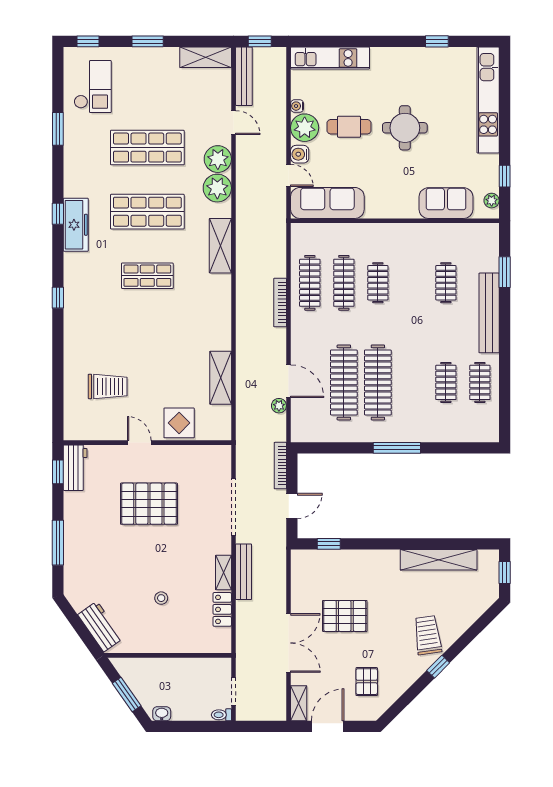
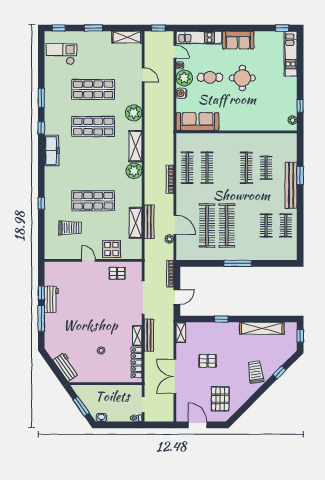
window: (437, 41) -> (282, 28), moved
bench: (244, 76) -> (149, 222), moved
checkout: (93, 87) -> (61, 54), turned -90
kitchen unit: (488, 100) -> (291, 54), width x0.73
window: (58, 129) -> (41, 98), moved
plant: (218, 159) -> (134, 171), moved
door: (289, 175) -> (175, 52), moved
sofa: (446, 203) -> (238, 40), moved, turned 180
freezer: (76, 225) -> (52, 150), moved
window: (505, 272) -> (300, 175), moved
shop shelf: (147, 276) -> (93, 201), moved, width x1.43, depth x1.36
clothes rail: (378, 283) -> (246, 168), moved, width x1.36
window: (58, 298) -> (41, 203), moved
workbench: (75, 468) -> (51, 299), moved
window: (58, 472) -> (41, 293), moved
pallet: (149, 504) -> (117, 273), moved, width x0.49, depth x0.50
window: (329, 544) -> (221, 319), moved
locker: (222, 609) -> (137, 363), width x1.53
pallet: (345, 616) -> (208, 361), width x0.67, depth x0.71
double door: (289, 643) -> (175, 376), swing flipped
window: (438, 667) -> (279, 372), moved
pallet: (367, 682) -> (220, 399), width x1.50, depth x1.42
shelving: (299, 703) -> (181, 332), moved
door: (328, 726) -> (198, 425), hinge flipped

